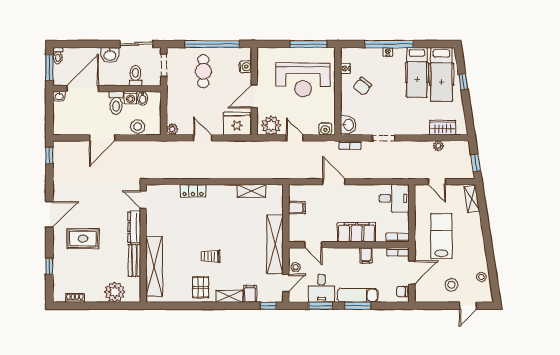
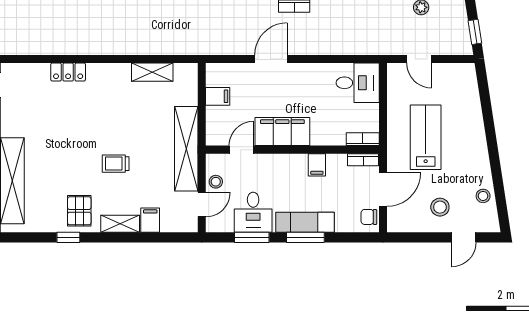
door: (334, 182) -> (271, 59), hinge flipped
shelving: (472, 199) -> (469, 84), removed
filing cabinet: (357, 232) -> (282, 132), moved
door: (313, 245) -> (241, 150), swing flipped
trolley: (211, 256) -> (116, 164), moved
window: (268, 306) -> (68, 237), moved

